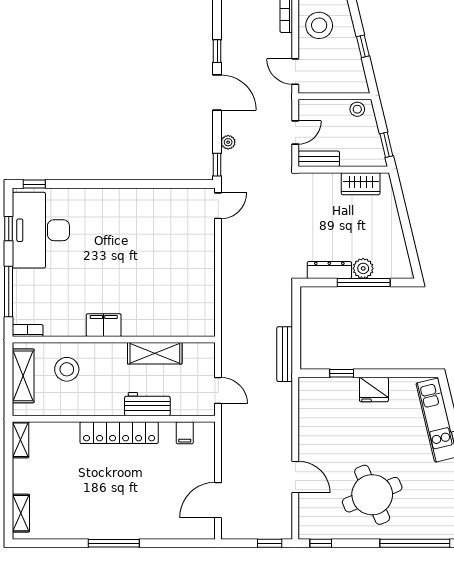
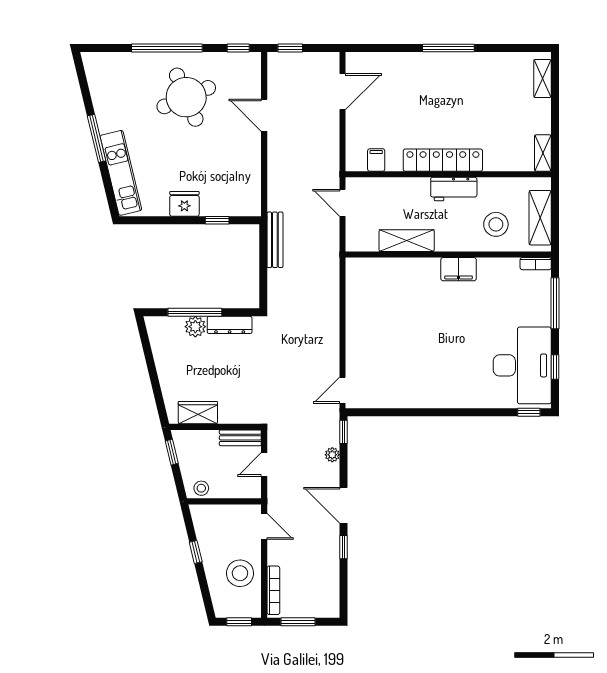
workbench: (147, 404) -> (454, 189), moved
window: (415, 543) -> (167, 48), moved

